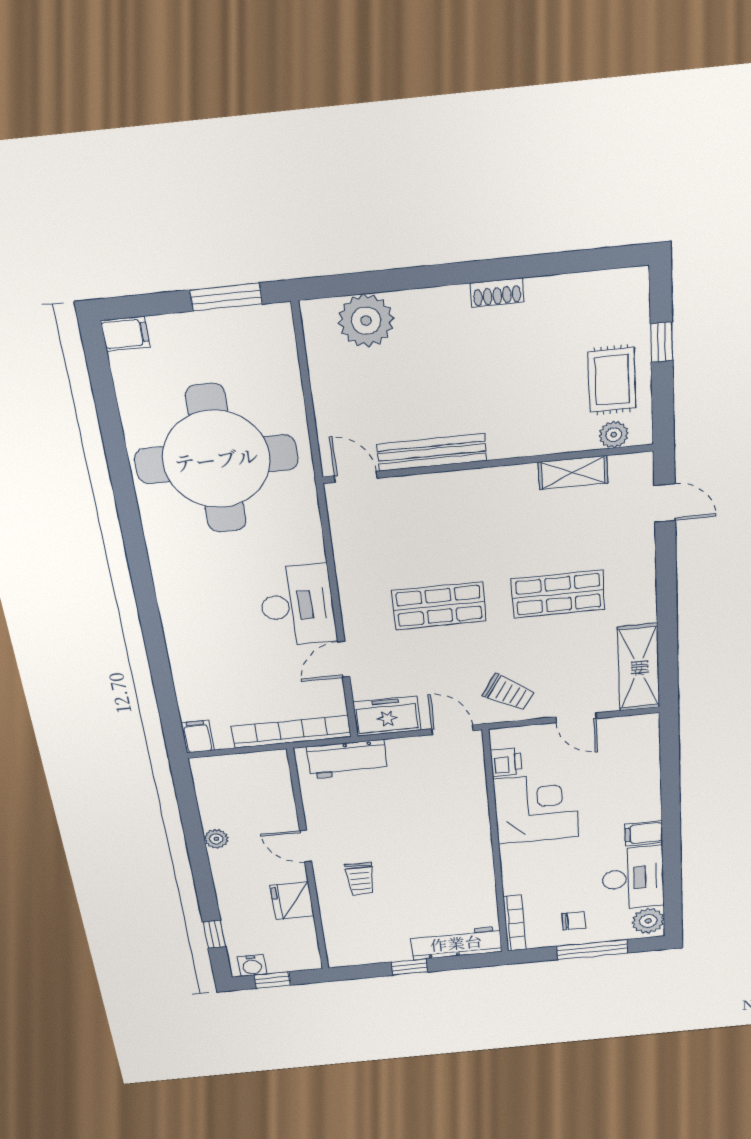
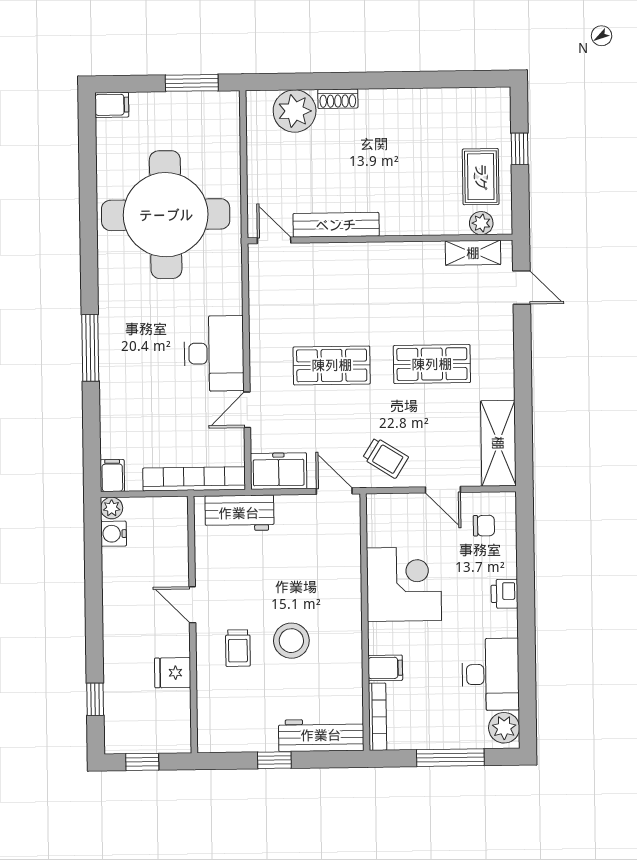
shoe rack: (497, 293) -> (338, 99), moved
shelving: (573, 472) -> (473, 253), moved
window: (149, 612) -> (90, 348), added
printer: (506, 762) -> (504, 594), moved, turned 180
filing cabinet: (644, 833) -> (385, 668), moved, turned 180
plant: (216, 839) -> (112, 508), moved
stool: (417, 868) -> (291, 641), added
fridge: (292, 901) -> (173, 673), width x0.72
chair: (574, 921) -> (484, 526), moved
water cooler: (252, 965) -> (114, 534), moved, turned 90

